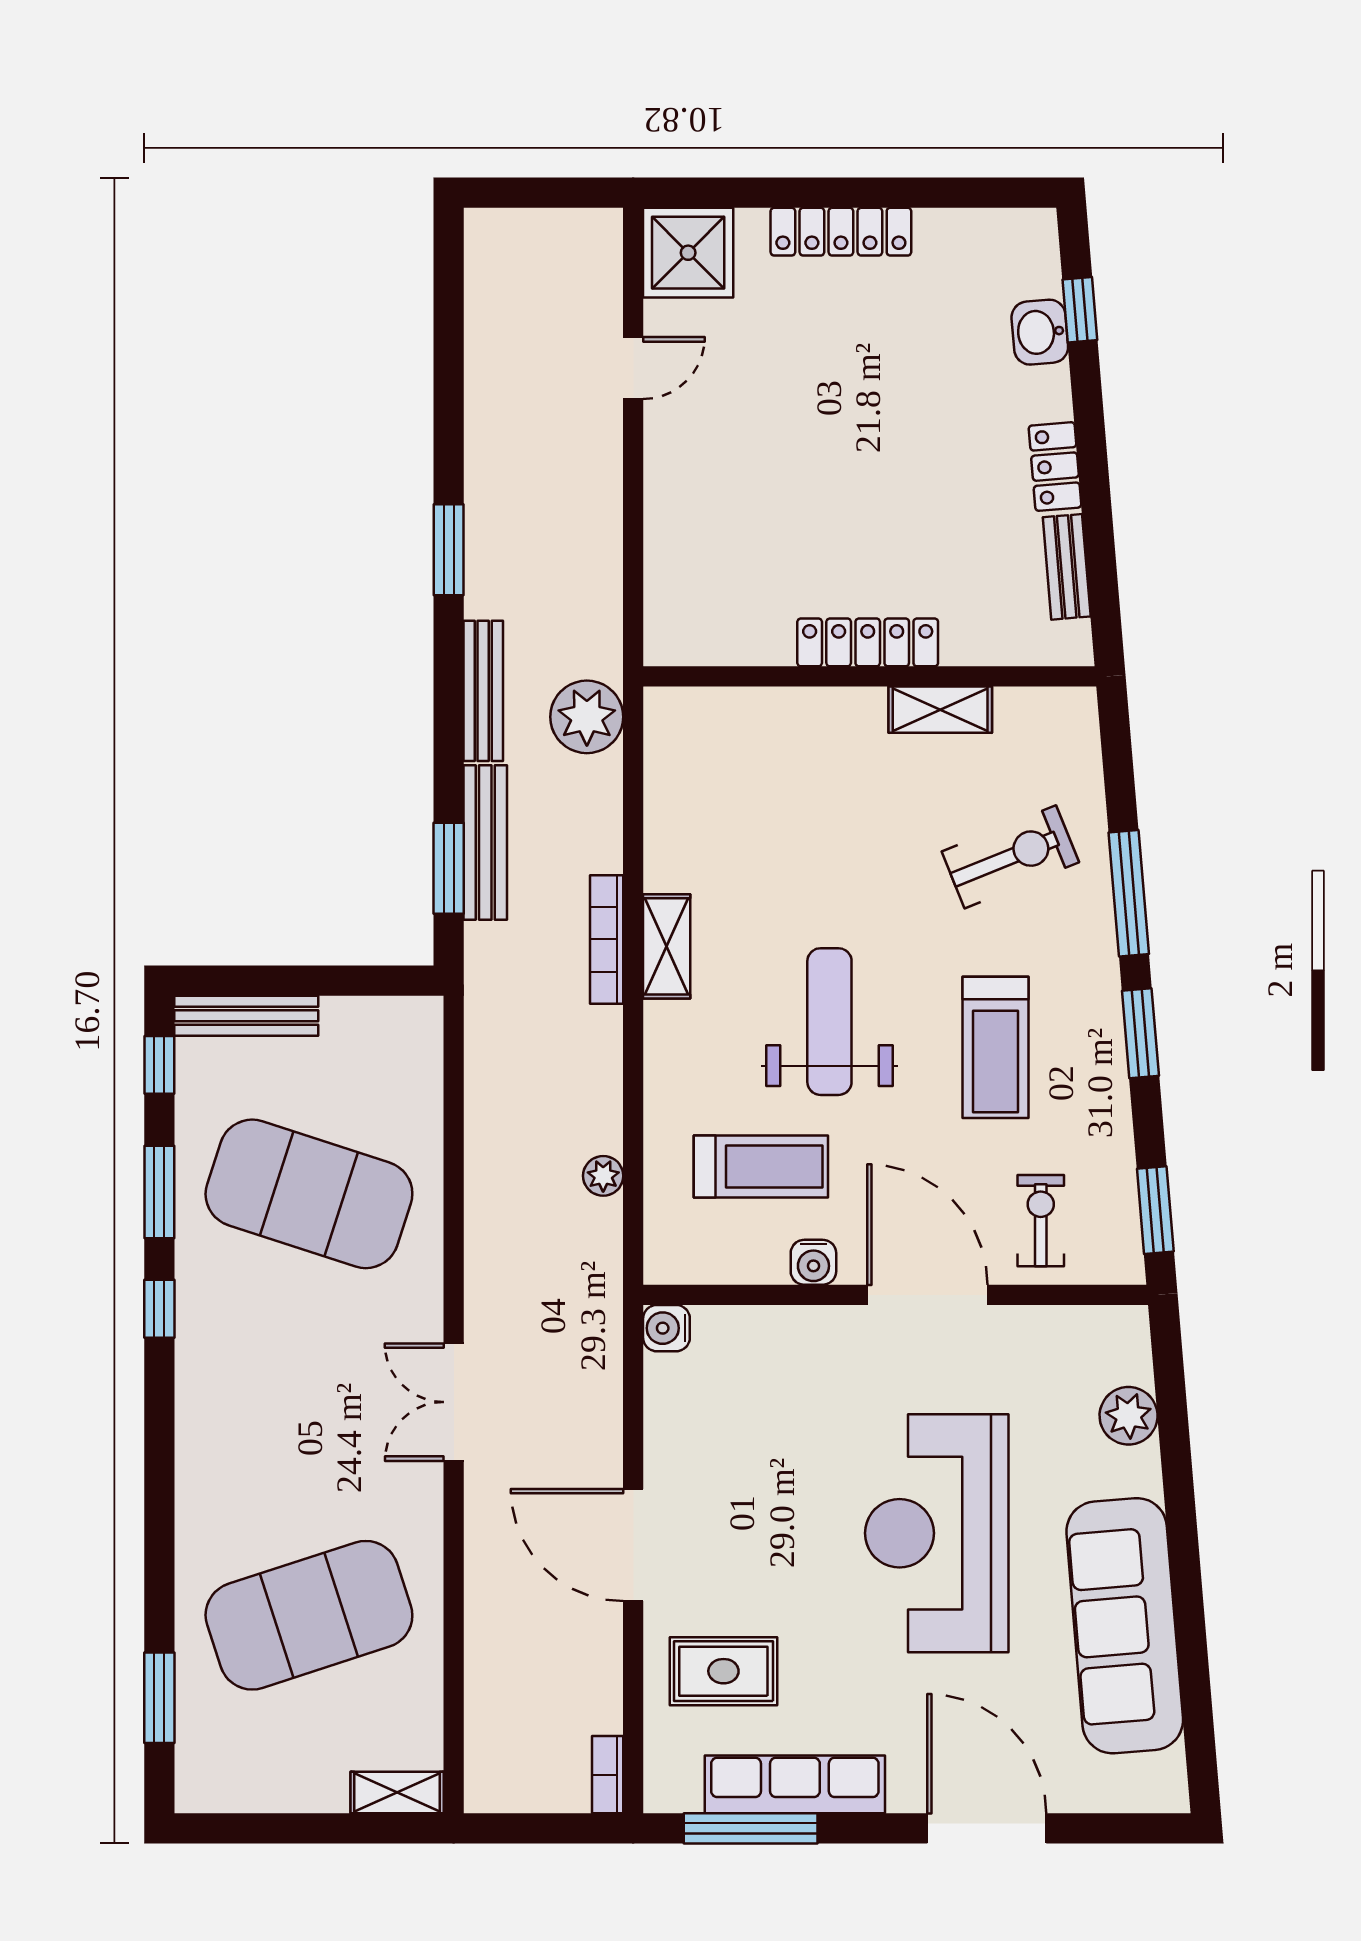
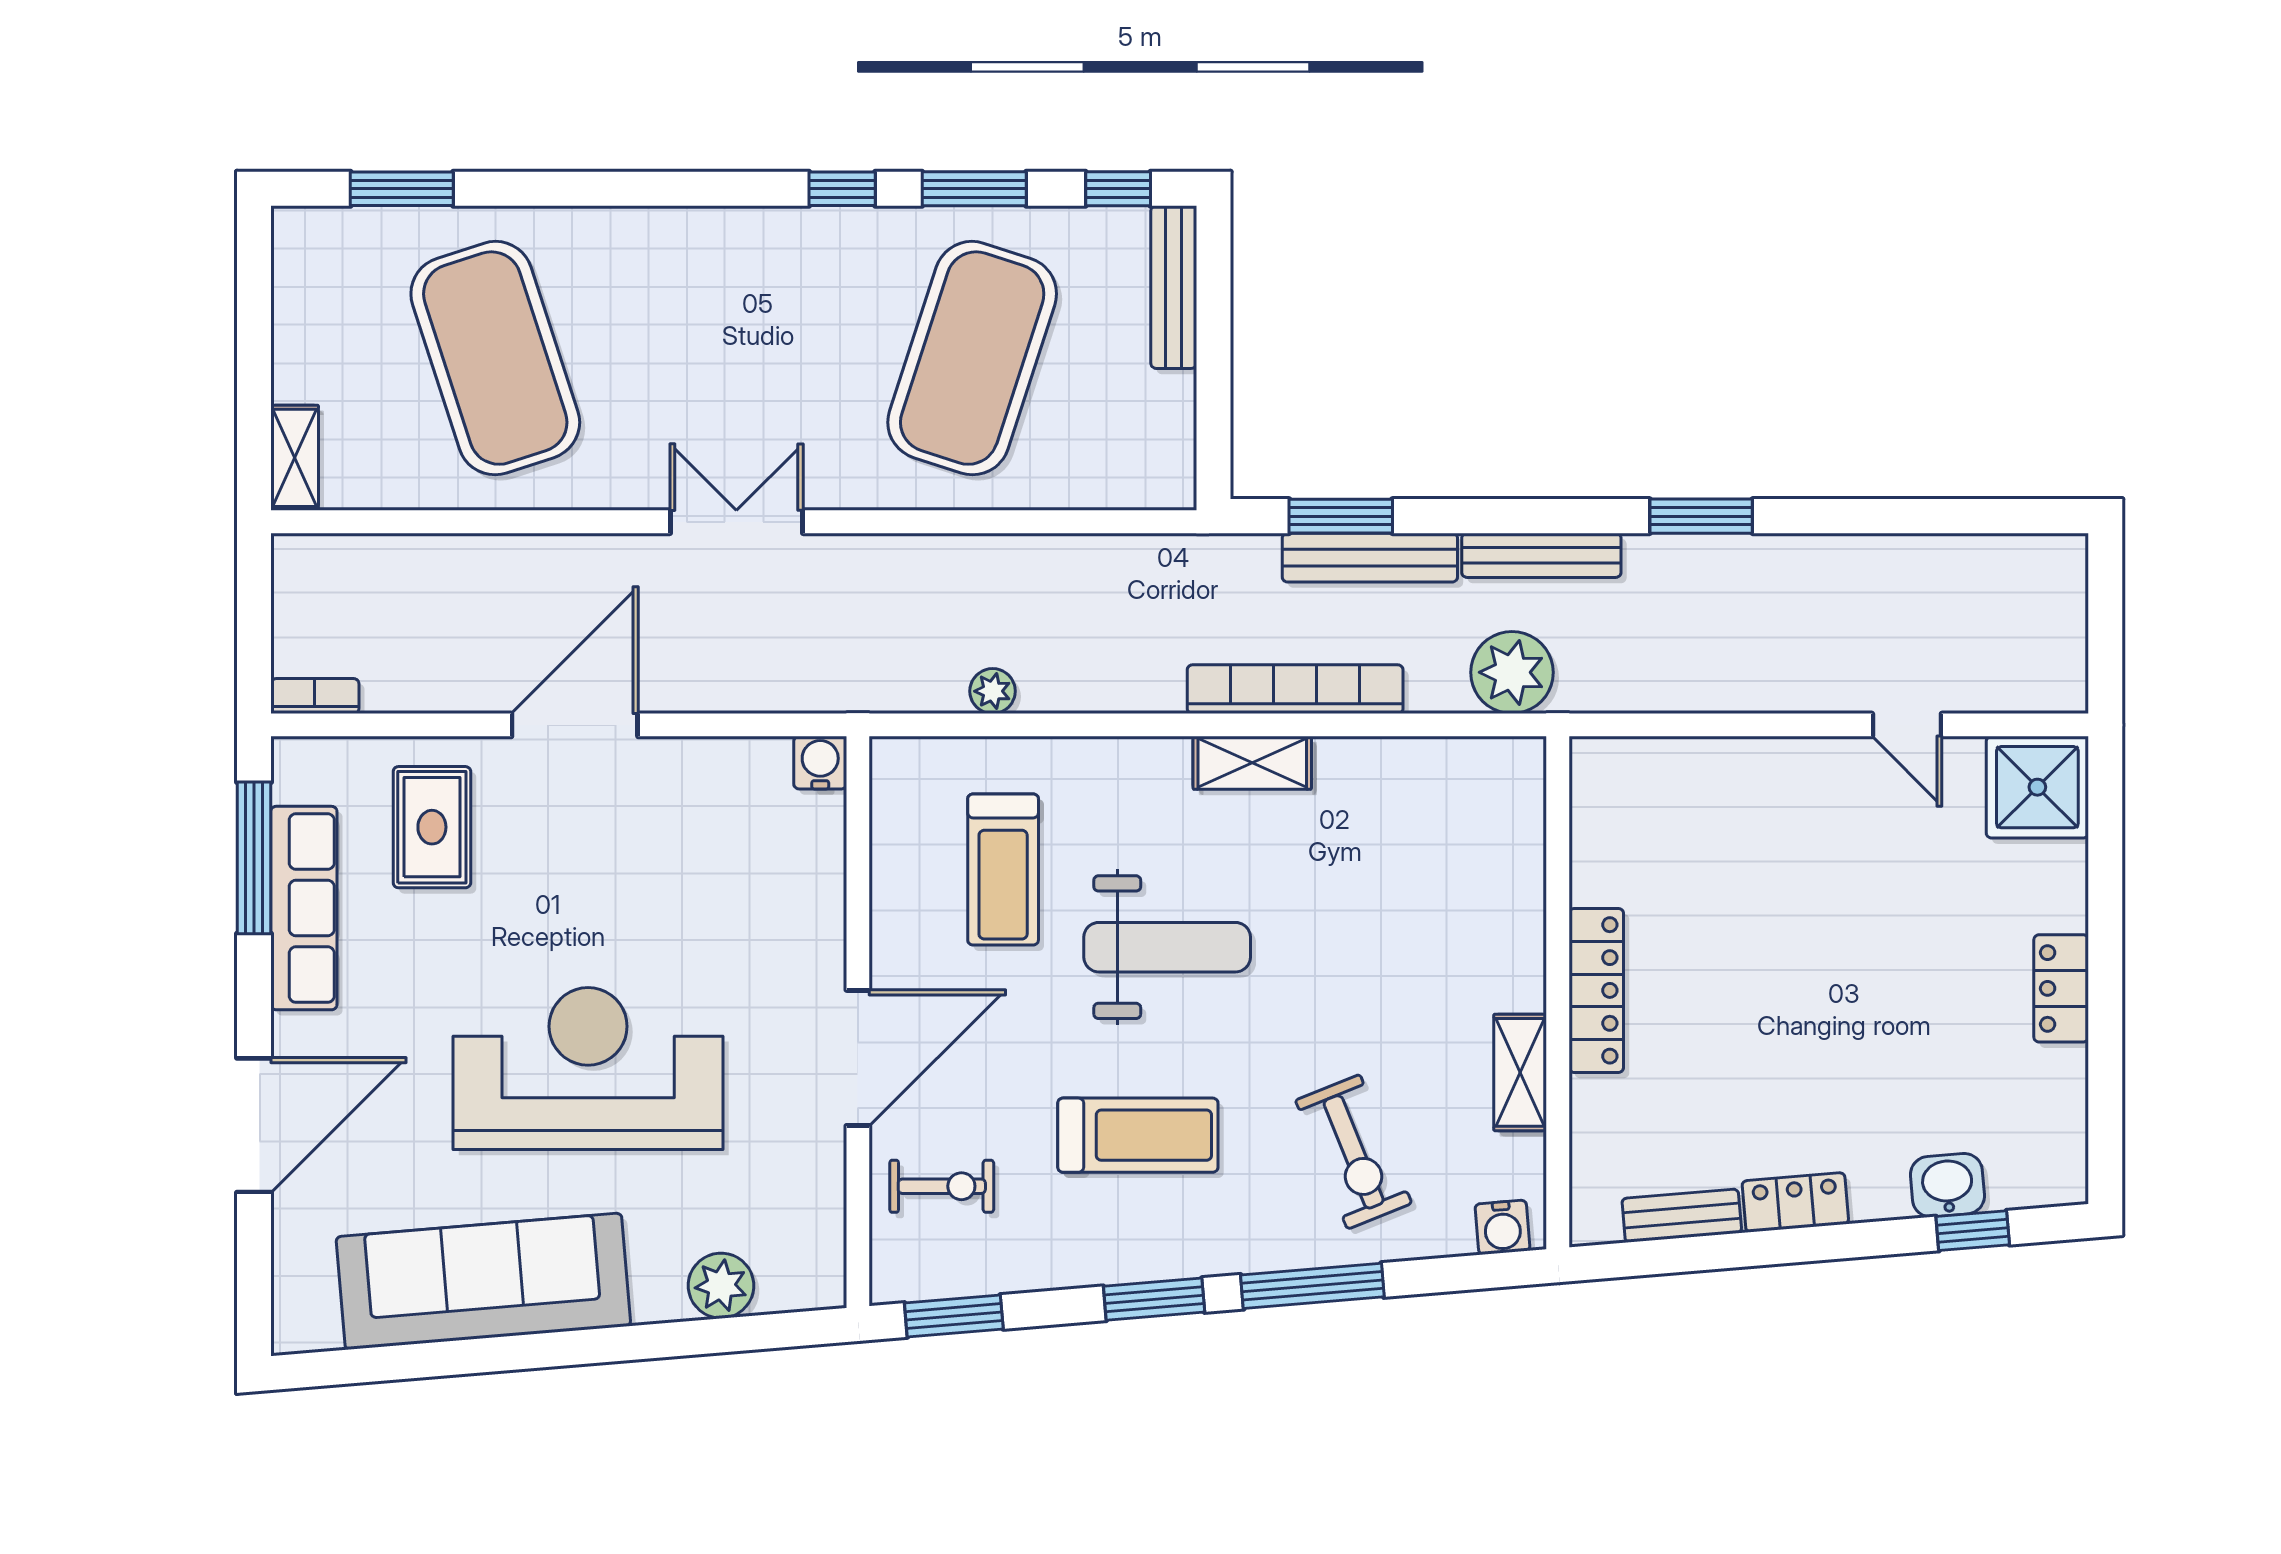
locker: (841, 232) -> (2061, 988), width x0.66
bookcase: (607, 939) -> (1295, 689), width x1.48, depth x1.31
treadmill: (996, 1047) -> (1138, 1135), turned 180
water cooler: (813, 1262) -> (1503, 1227), moved, turned -95

